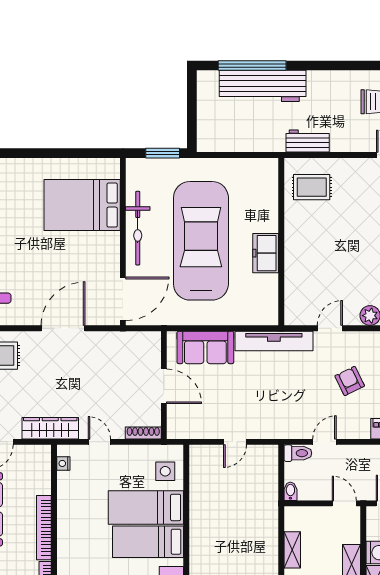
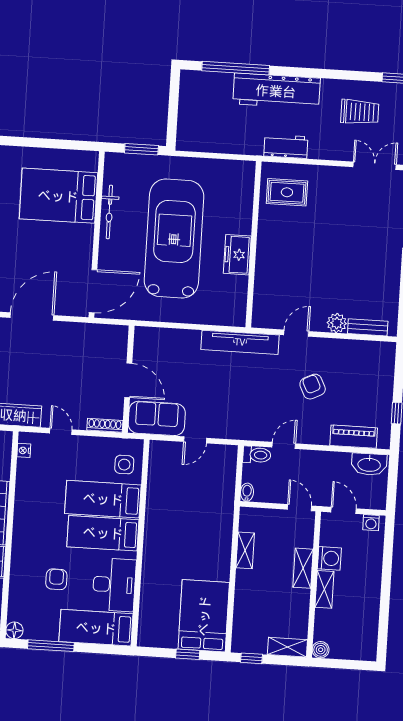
workbench: (263, 86) -> (276, 91), moved
bicycle: (138, 228) -> (109, 212), width x0.73, depth x0.71
sofa: (205, 347) -> (157, 418), moved, turned 180

